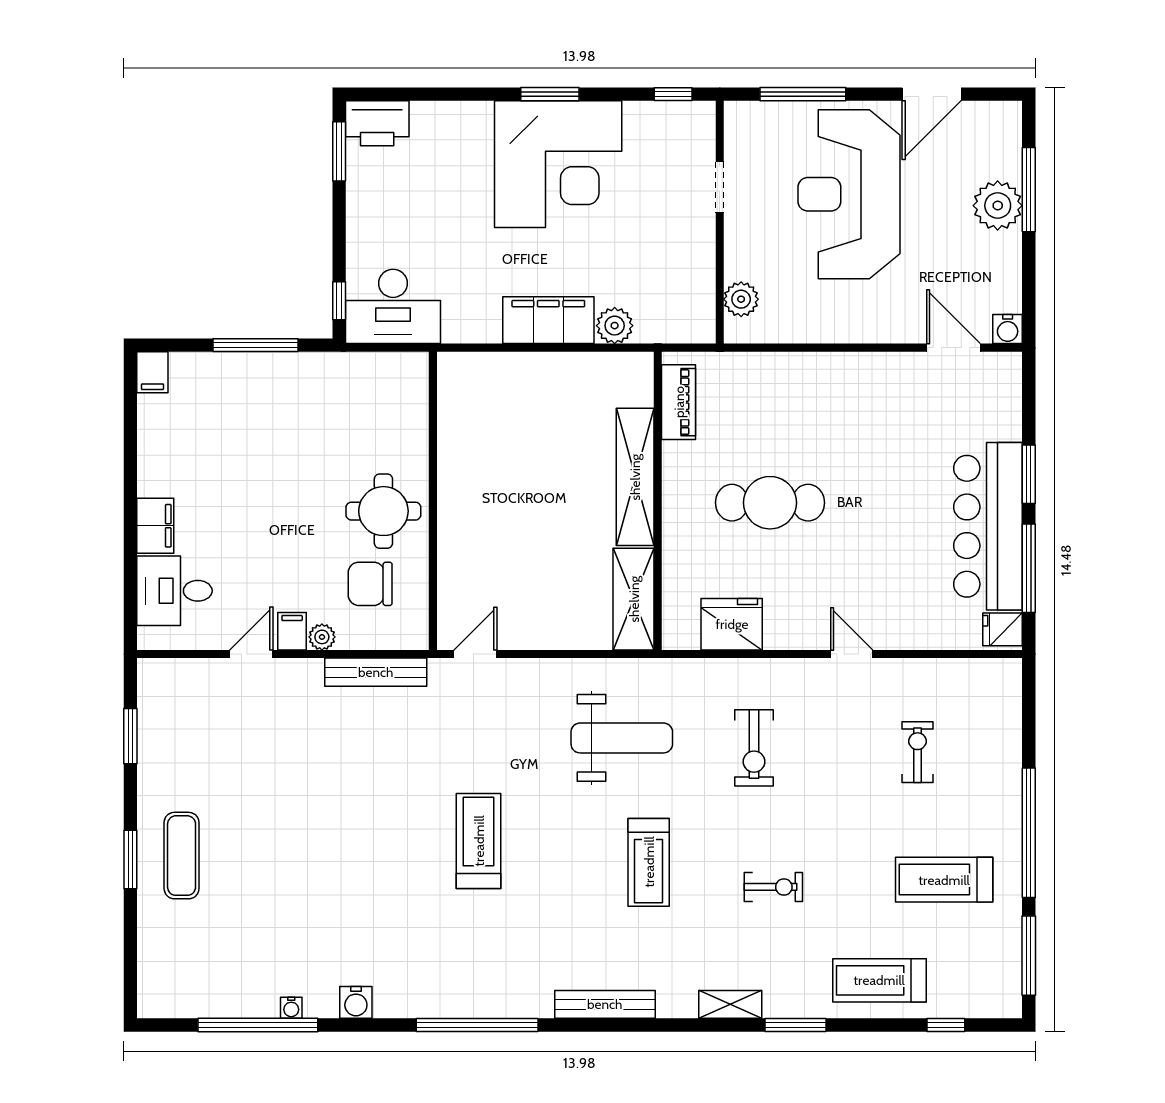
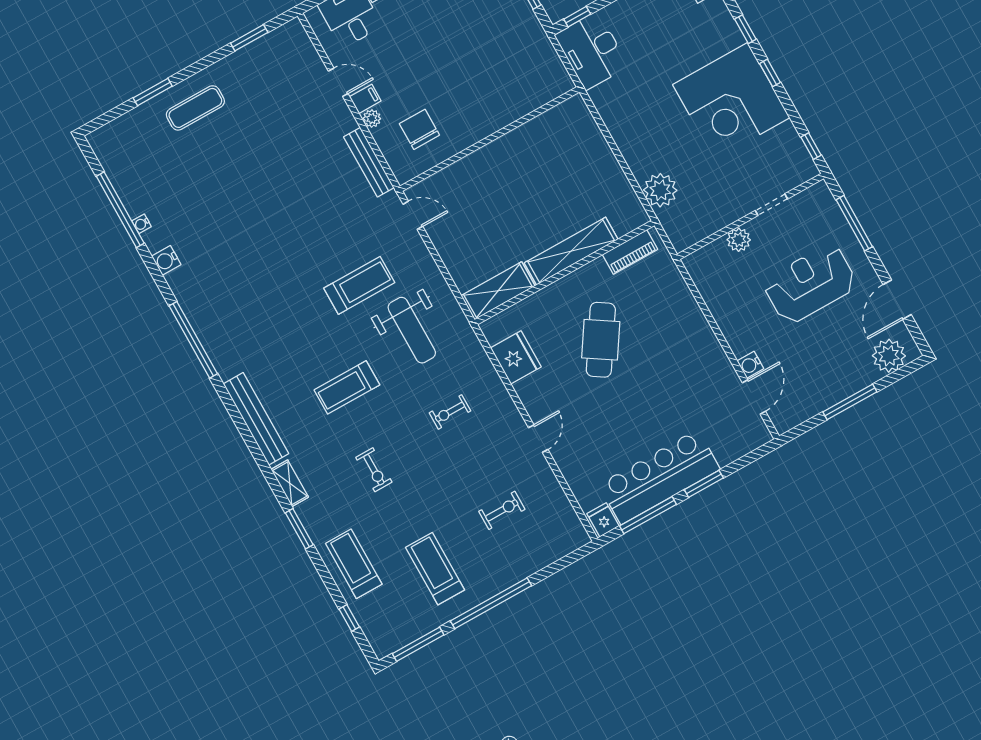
window: (476, 94) -> (745, 29), added
window: (550, 94) -> (770, 73), width x0.67
door: (932, 94) -> (897, 300), hinge flipped
window: (1029, 190) -> (850, 402), moved
reception desk: (849, 194) -> (810, 284), width x0.74, depth x0.77
plant: (998, 206) -> (889, 356), moved
plant: (741, 299) -> (739, 240), moved
filing cabinet: (548, 320) -> (635, 147), removed
plant: (615, 326) -> (660, 190), width x1.36, depth x1.36
water cooler: (1008, 329) -> (750, 365), moved
cafe table: (770, 503) -> (601, 340), turned 33
round table: (383, 511) -> (467, 113), removed
exercise bike: (754, 748) -> (450, 412), width x0.73, depth x0.72
treadmill: (479, 841) -> (359, 285), moved
window: (130, 859) -> (153, 92), moved
bench: (605, 1004) -> (256, 419), width x1.37, depth x1.21

